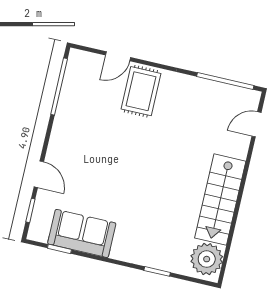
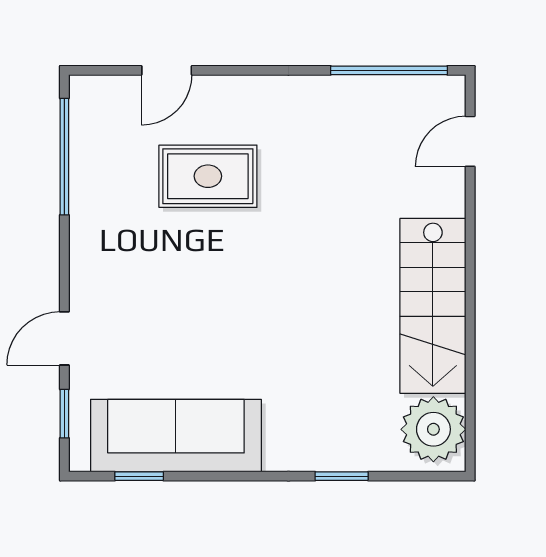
rug: (141, 91) -> (208, 176), moved, turned 90
door: (39, 174) -> (64, 338), swing flipped
sofa: (82, 233) -> (176, 436), width x1.36

